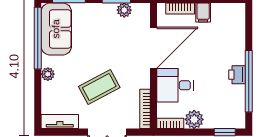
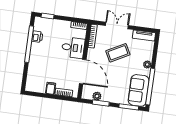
door: (153, 48) -> (83, 72), swing flipped
printer: (237, 75) -> (37, 37), moved
plant: (194, 119) -> (65, 26), removed

